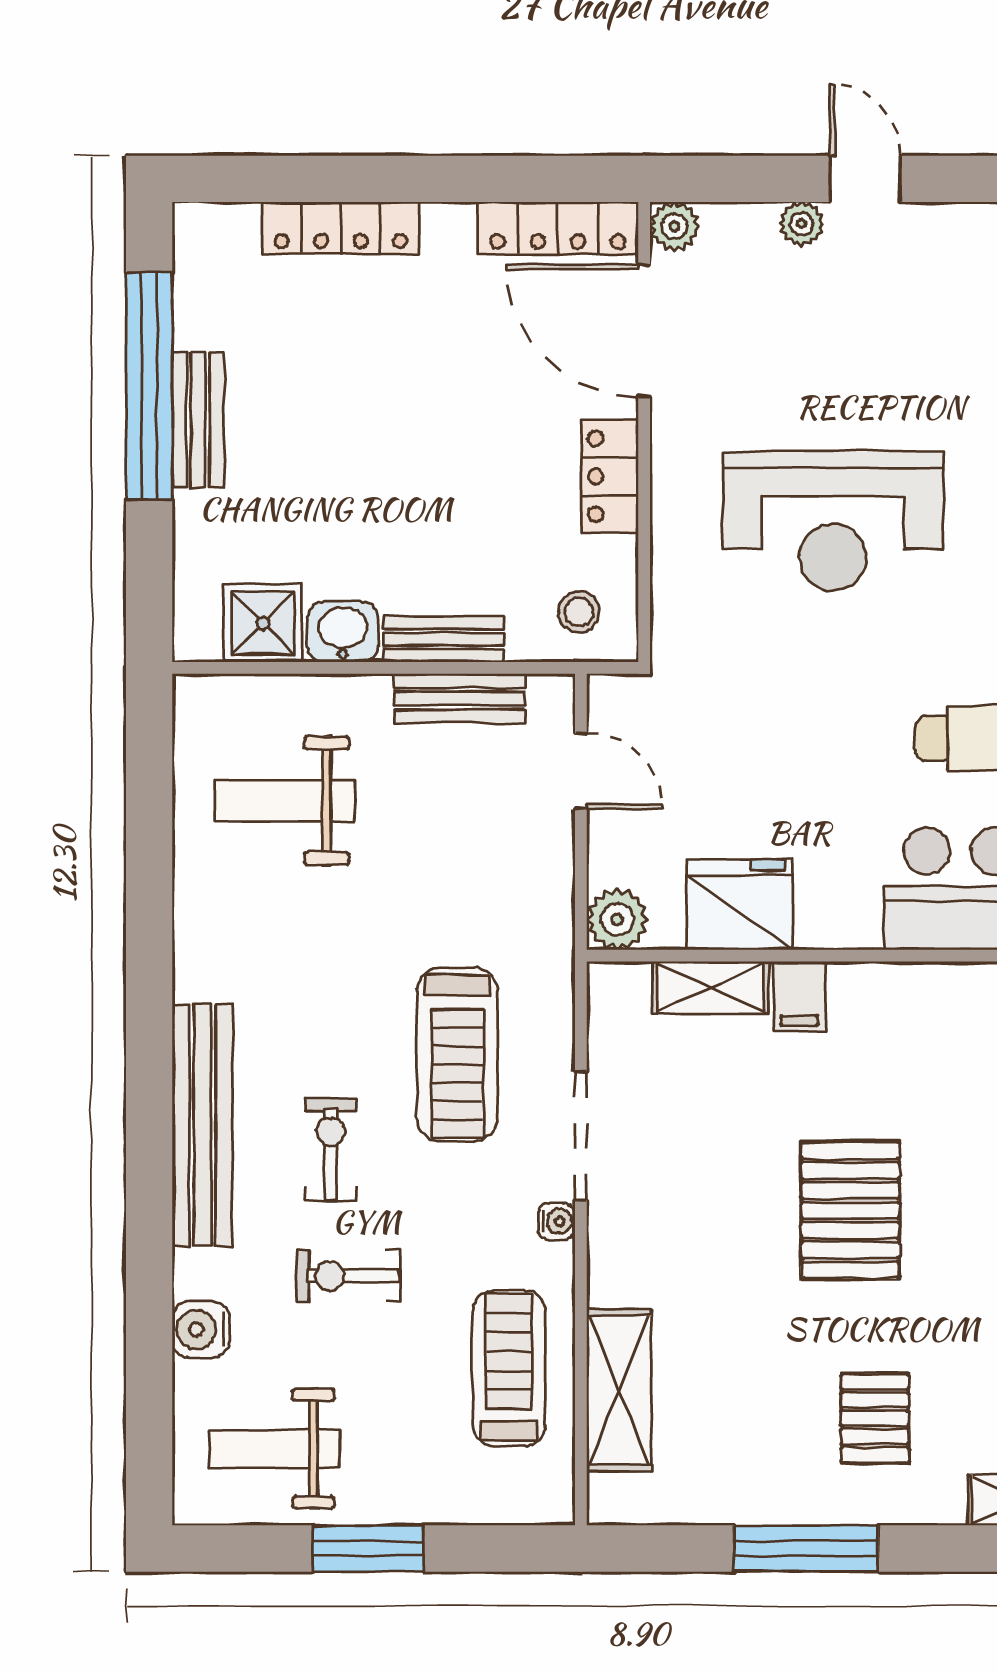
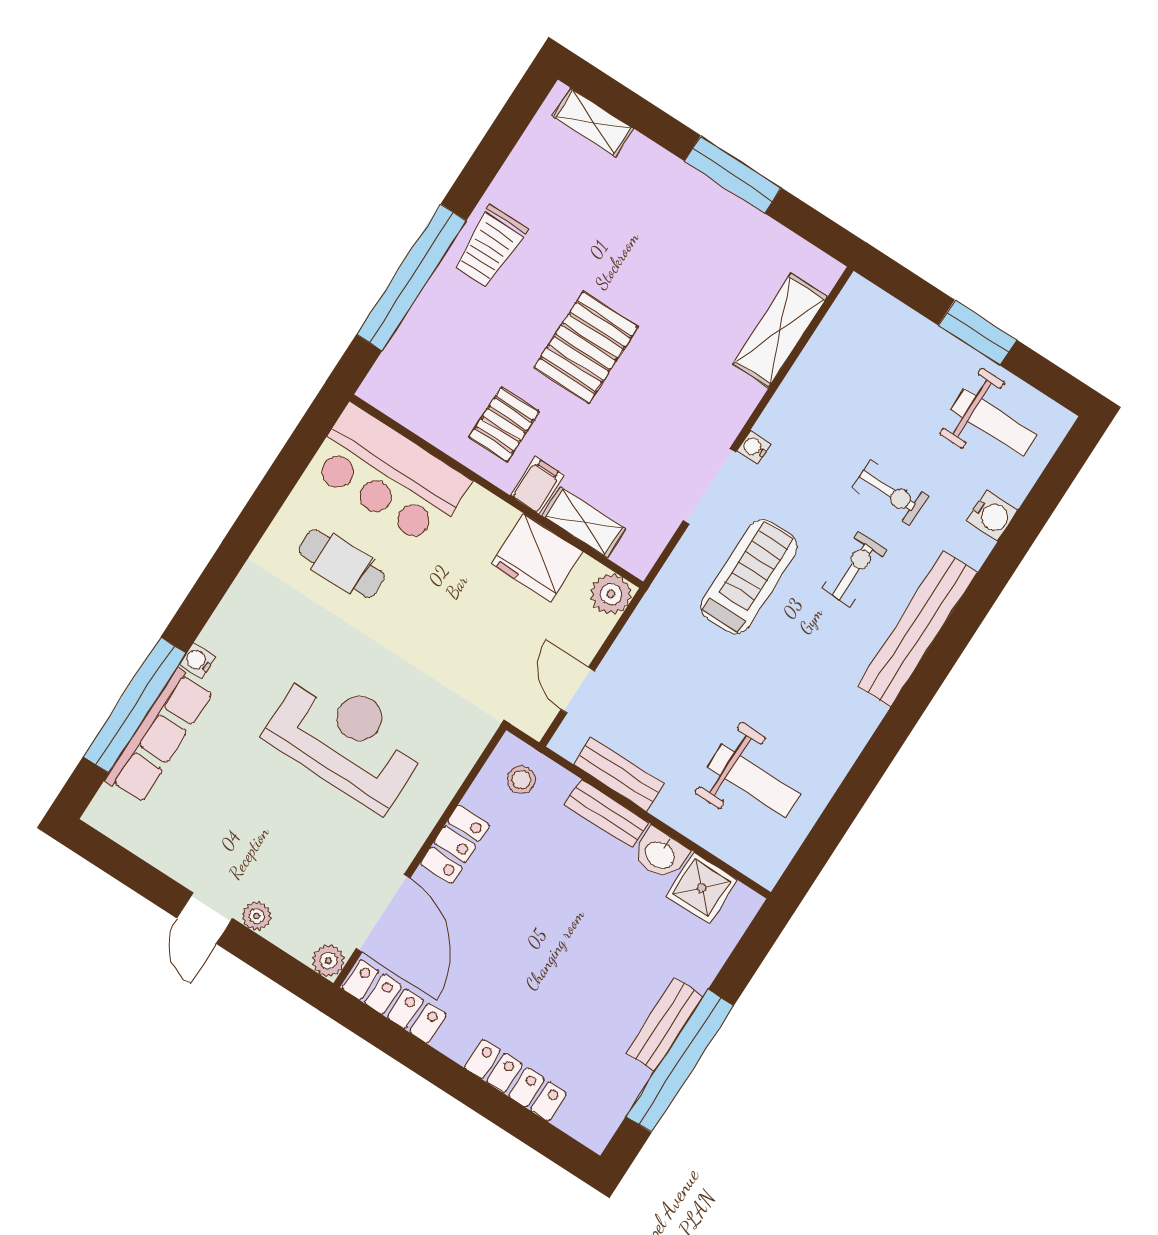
exercise bike: (331, 1150) -> (854, 569), turned 180
treadmill: (509, 1368) -> (834, 382), removed
pallet: (875, 1418) -> (504, 425), moved

